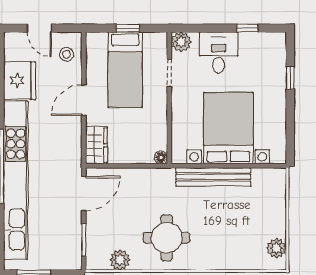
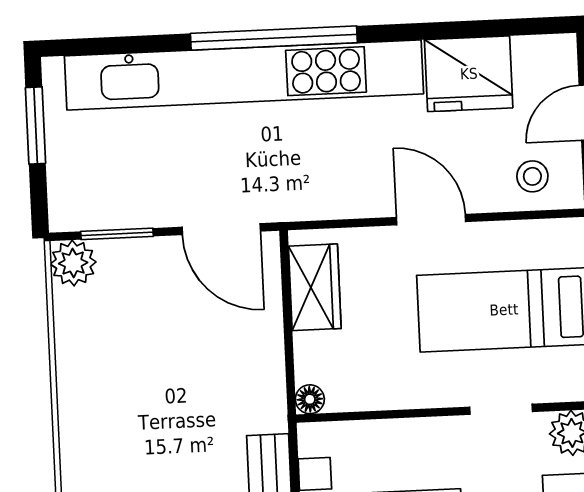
wardrobe: (96, 145) -> (315, 287), moved, turned -90
round table: (167, 238) -> (130, 420), removed
plant: (120, 260) -> (73, 263), moved

